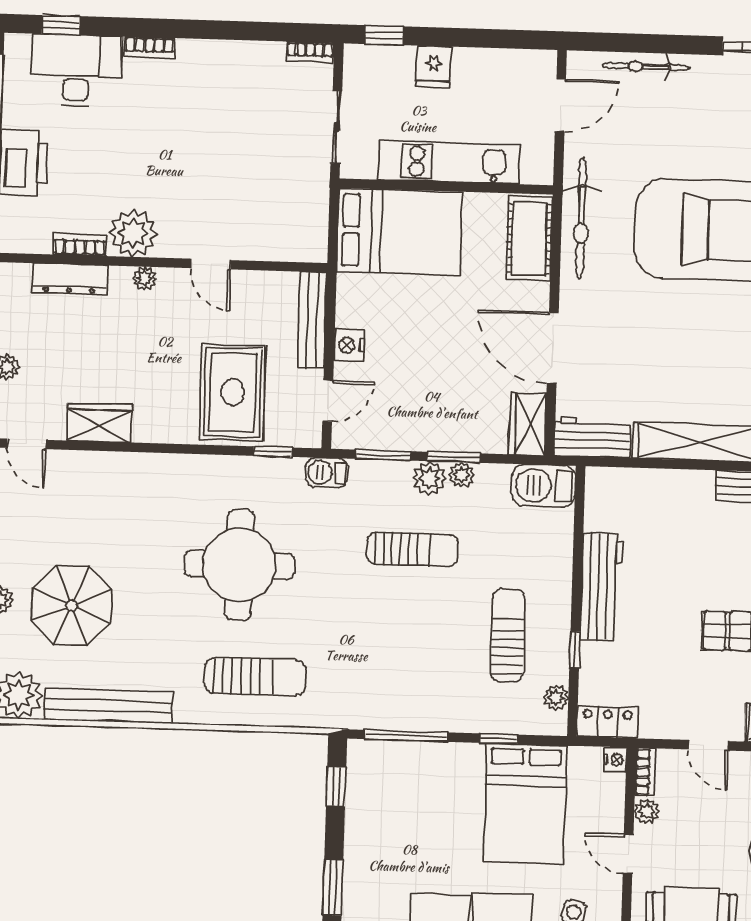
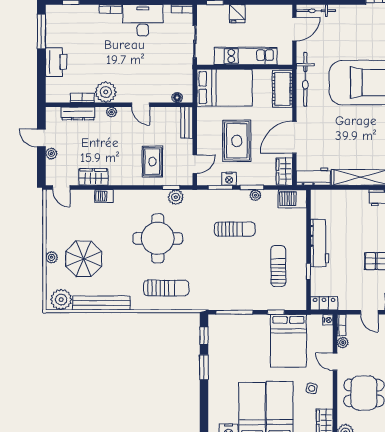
bicycle: (646, 67) -> (316, 11), moved
desk: (76, 70) -> (143, 20), moved
floor lamp: (293, 250) -> (177, 98), added
bench: (312, 320) -> (187, 123), width x0.73
nightstand: (349, 345) -> (229, 179), moved, turned -90
door: (553, 348) -> (294, 137), hinge flipped
rug: (423, 352) -> (237, 141), added
rug: (233, 392) -> (152, 162), width x0.73, depth x0.70
barbecue: (327, 473) -> (104, 196), moved
plant: (429, 478) -> (176, 197), moved
plant: (556, 698) -> (301, 293), removed
window: (333, 887) -> (204, 367), moved

